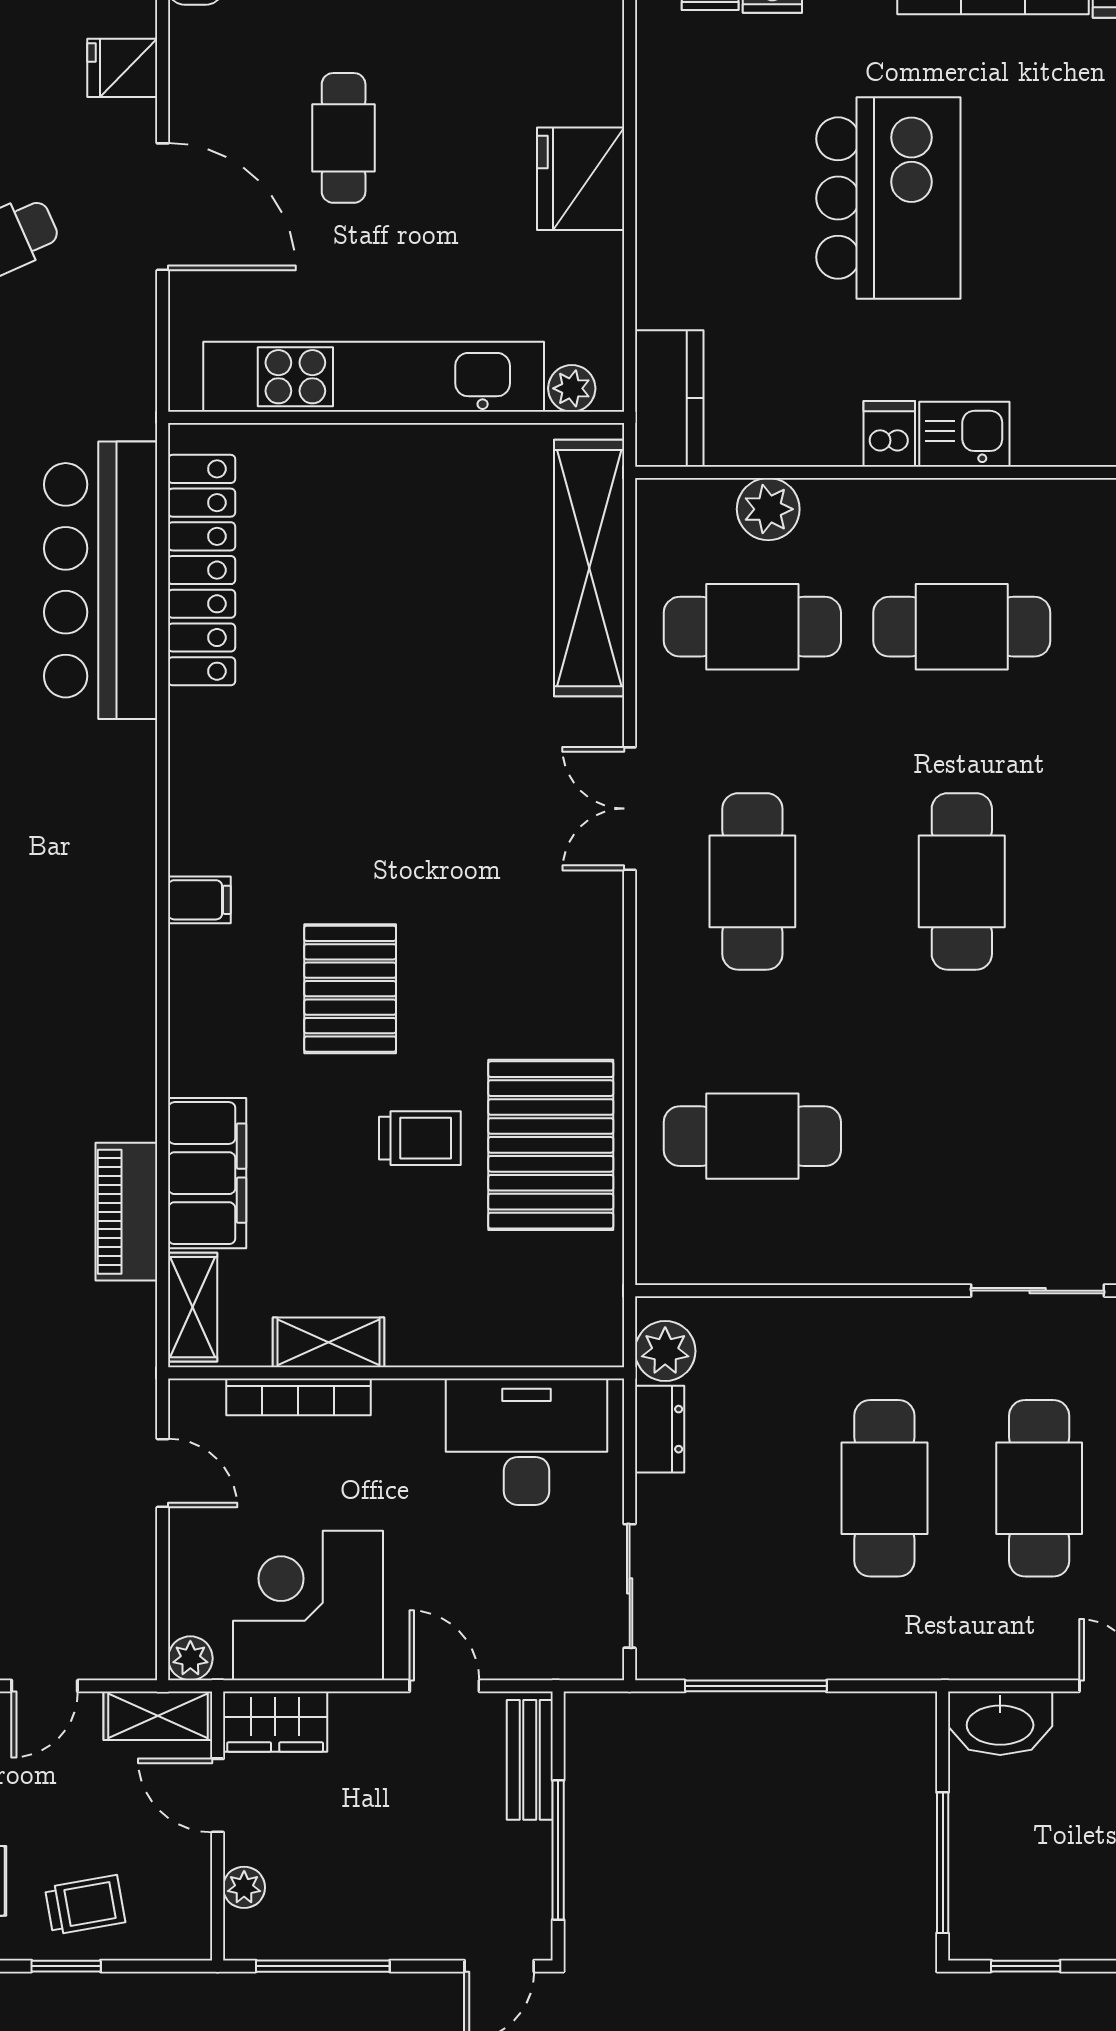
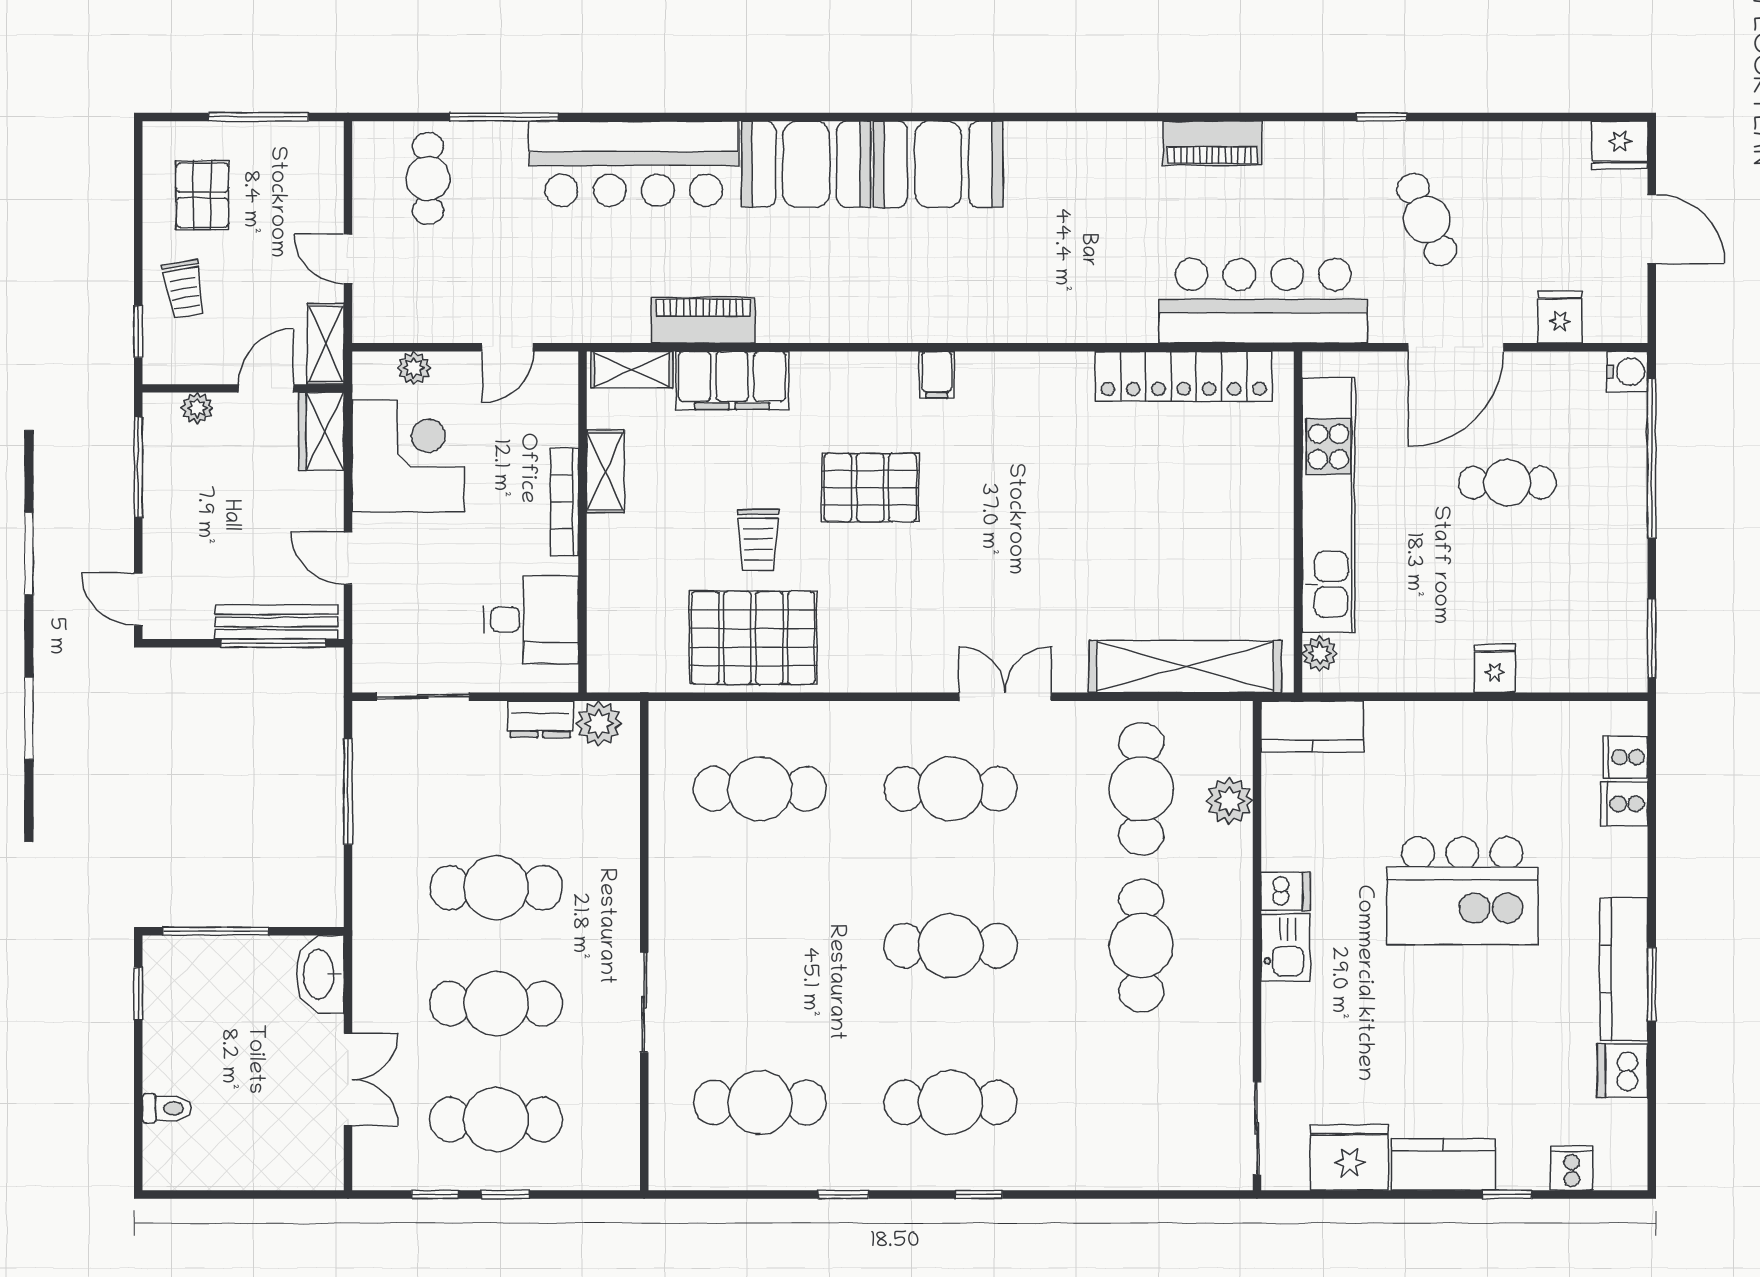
fridge: (581, 179) -> (1495, 668), width x0.53, depth x0.75
bar counter: (101, 580) -> (1263, 301), moved
cafe table: (752, 1136) -> (760, 789), turned 90
bookcase: (298, 1397) -> (565, 502), moved
desk: (527, 1442) -> (531, 620), width x0.73
plant: (190, 1658) -> (414, 368), moved
door: (444, 1686) -> (348, 558), swing flipped
bench: (530, 1760) -> (276, 622), width x1.36
window: (558, 1850) -> (273, 643), moved
window: (66, 1966) -> (138, 332), moved

